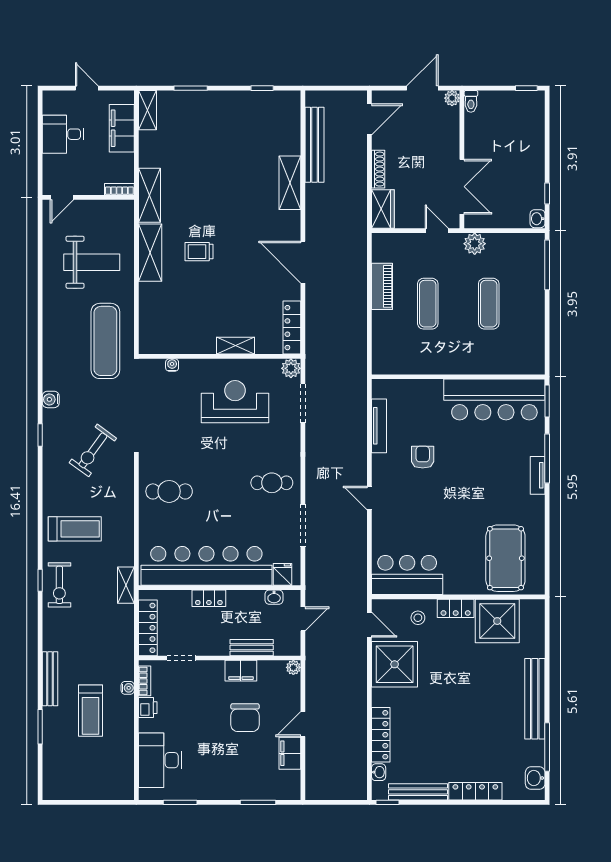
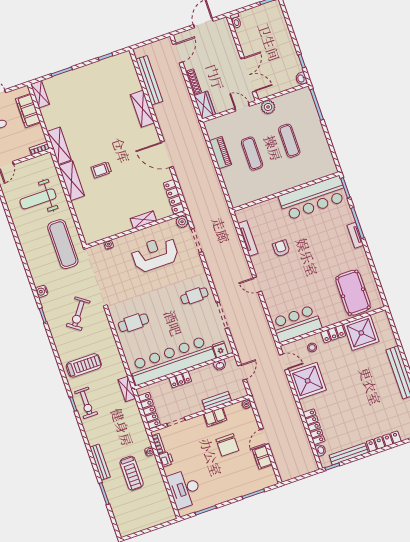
plant: (452, 98) -> (224, 23), removed
weight bench: (92, 262) -> (38, 199), turned 180

